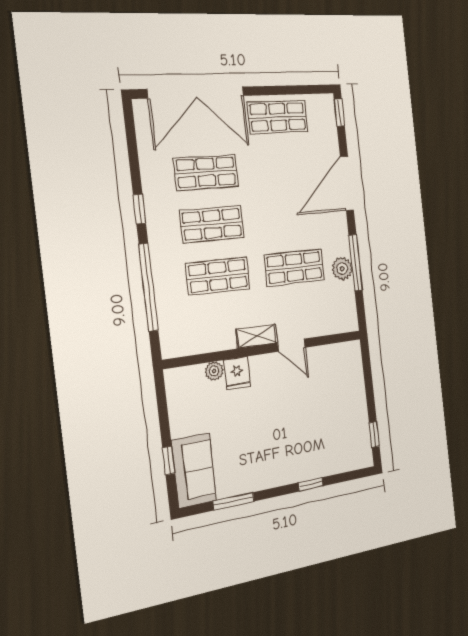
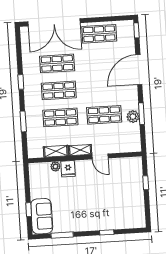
window: (356, 263) -> (141, 114), width x0.69
window: (149, 287) -> (23, 121), width x0.47
shelving: (213, 342) -> (56, 151), added
window: (374, 435) -> (146, 183), moved

